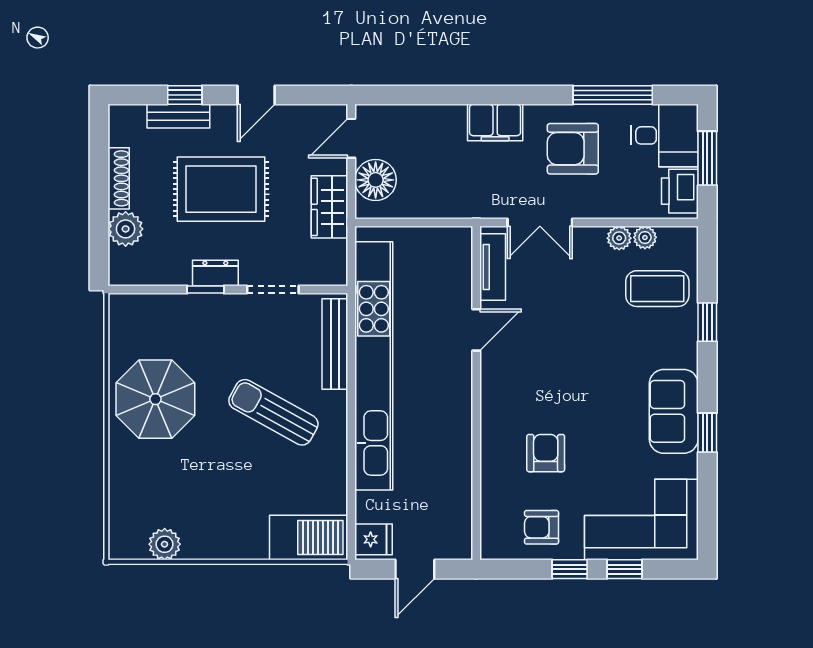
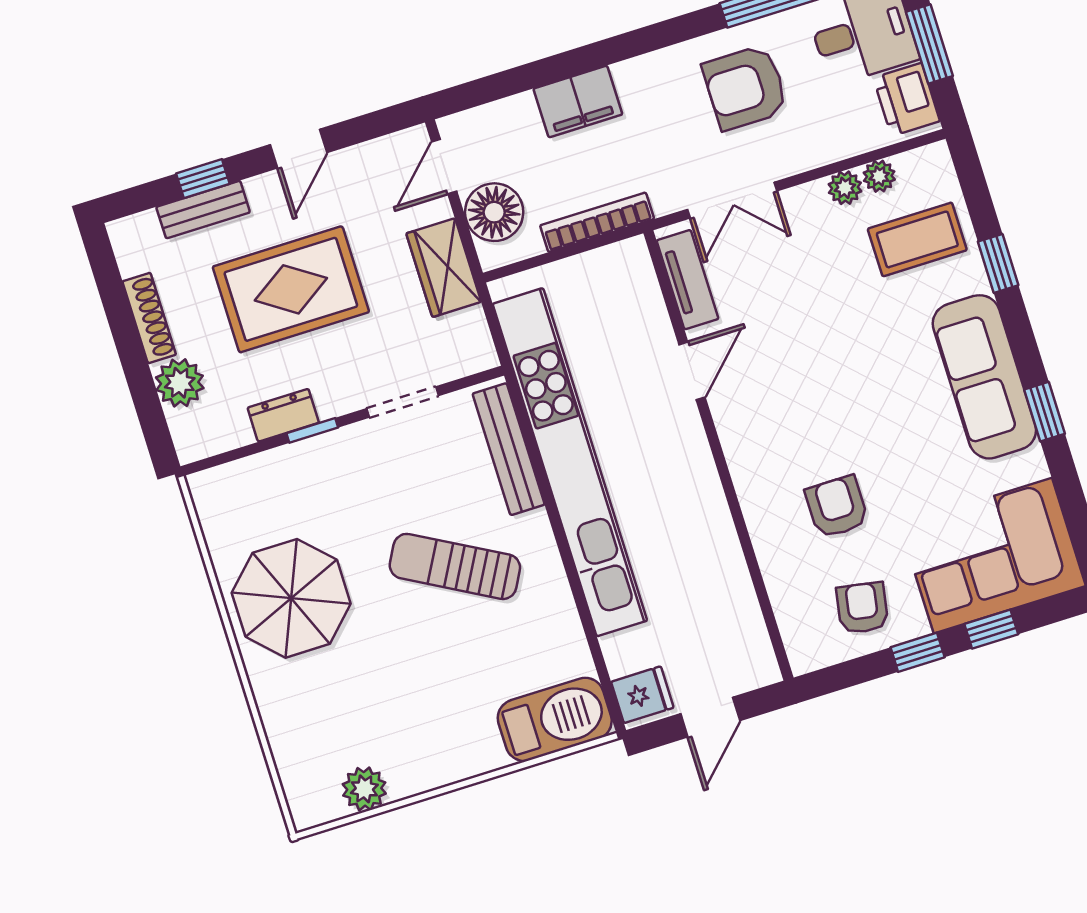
filing cabinet: (495, 123) -> (578, 102), moved
bookcase: (443, 209) -> (597, 222), added
dresser: (215, 273) -> (283, 415), moved
sofa: (674, 411) -> (984, 377), width x1.36
armchair: (542, 527) -> (862, 608), turned 100

